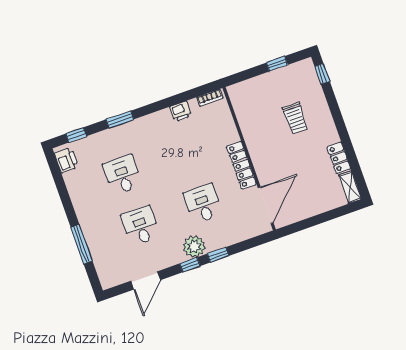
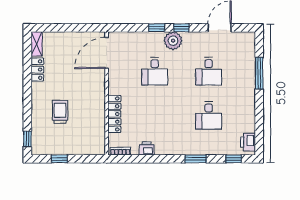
locker: (242, 165) -> (114, 114), moved

